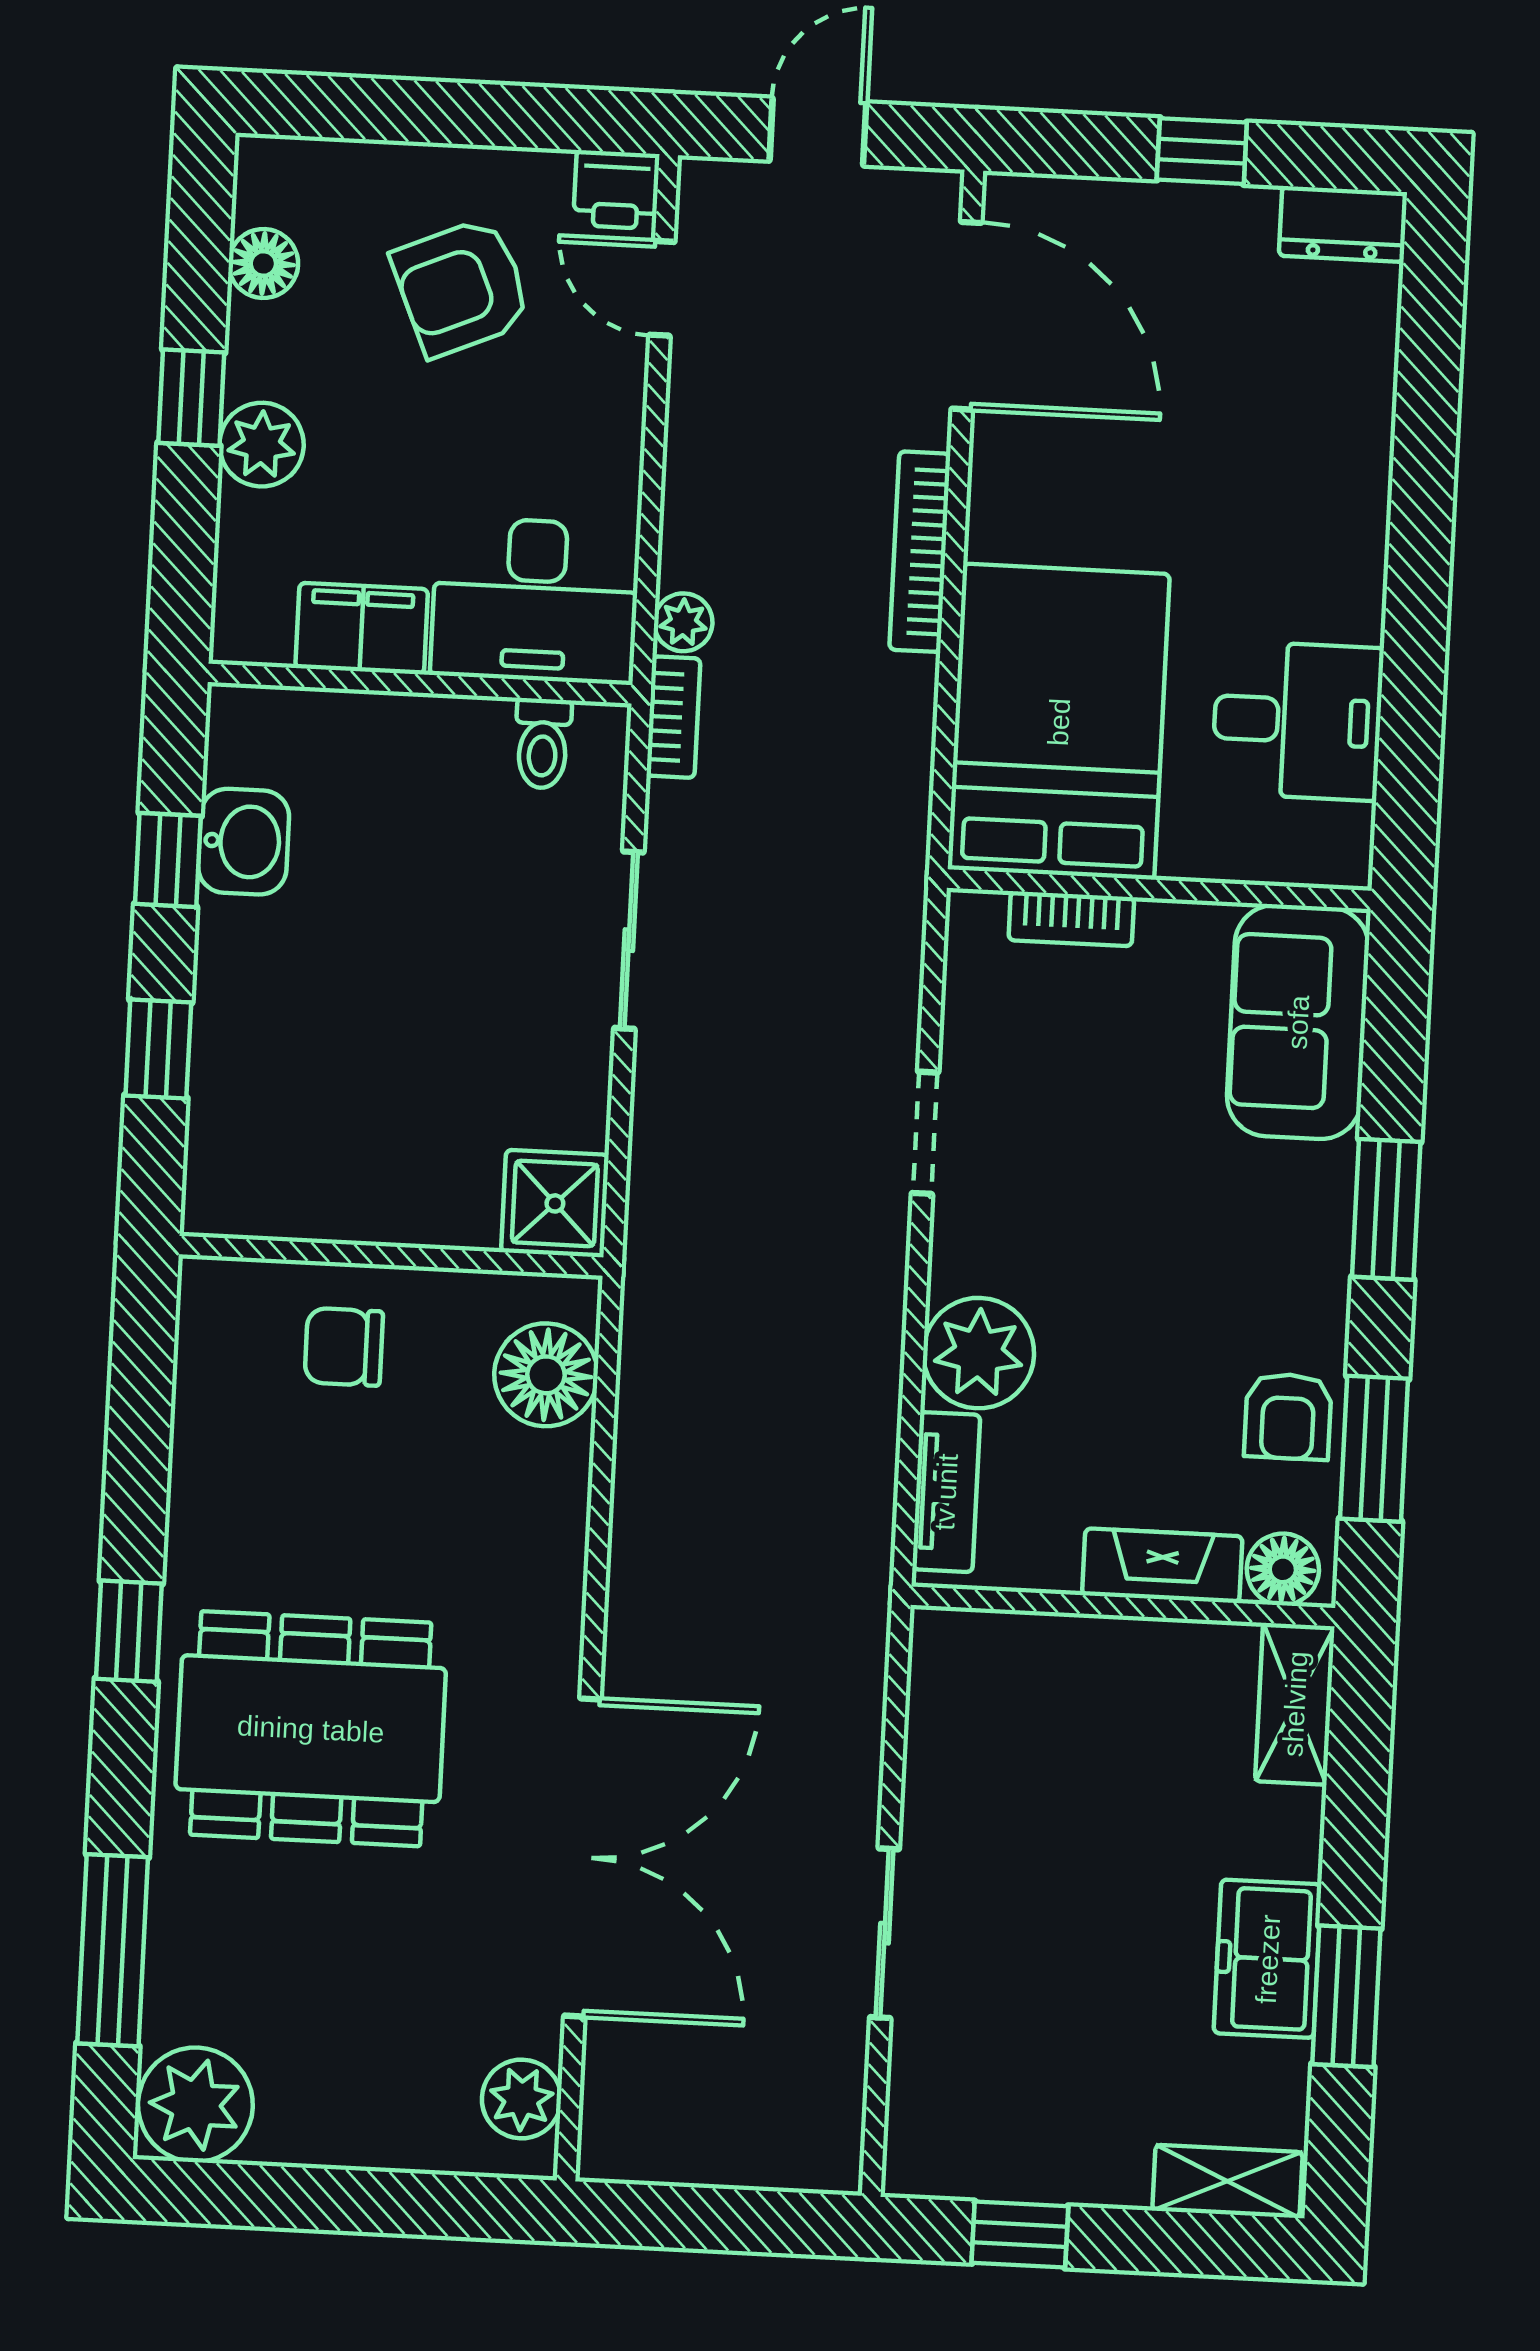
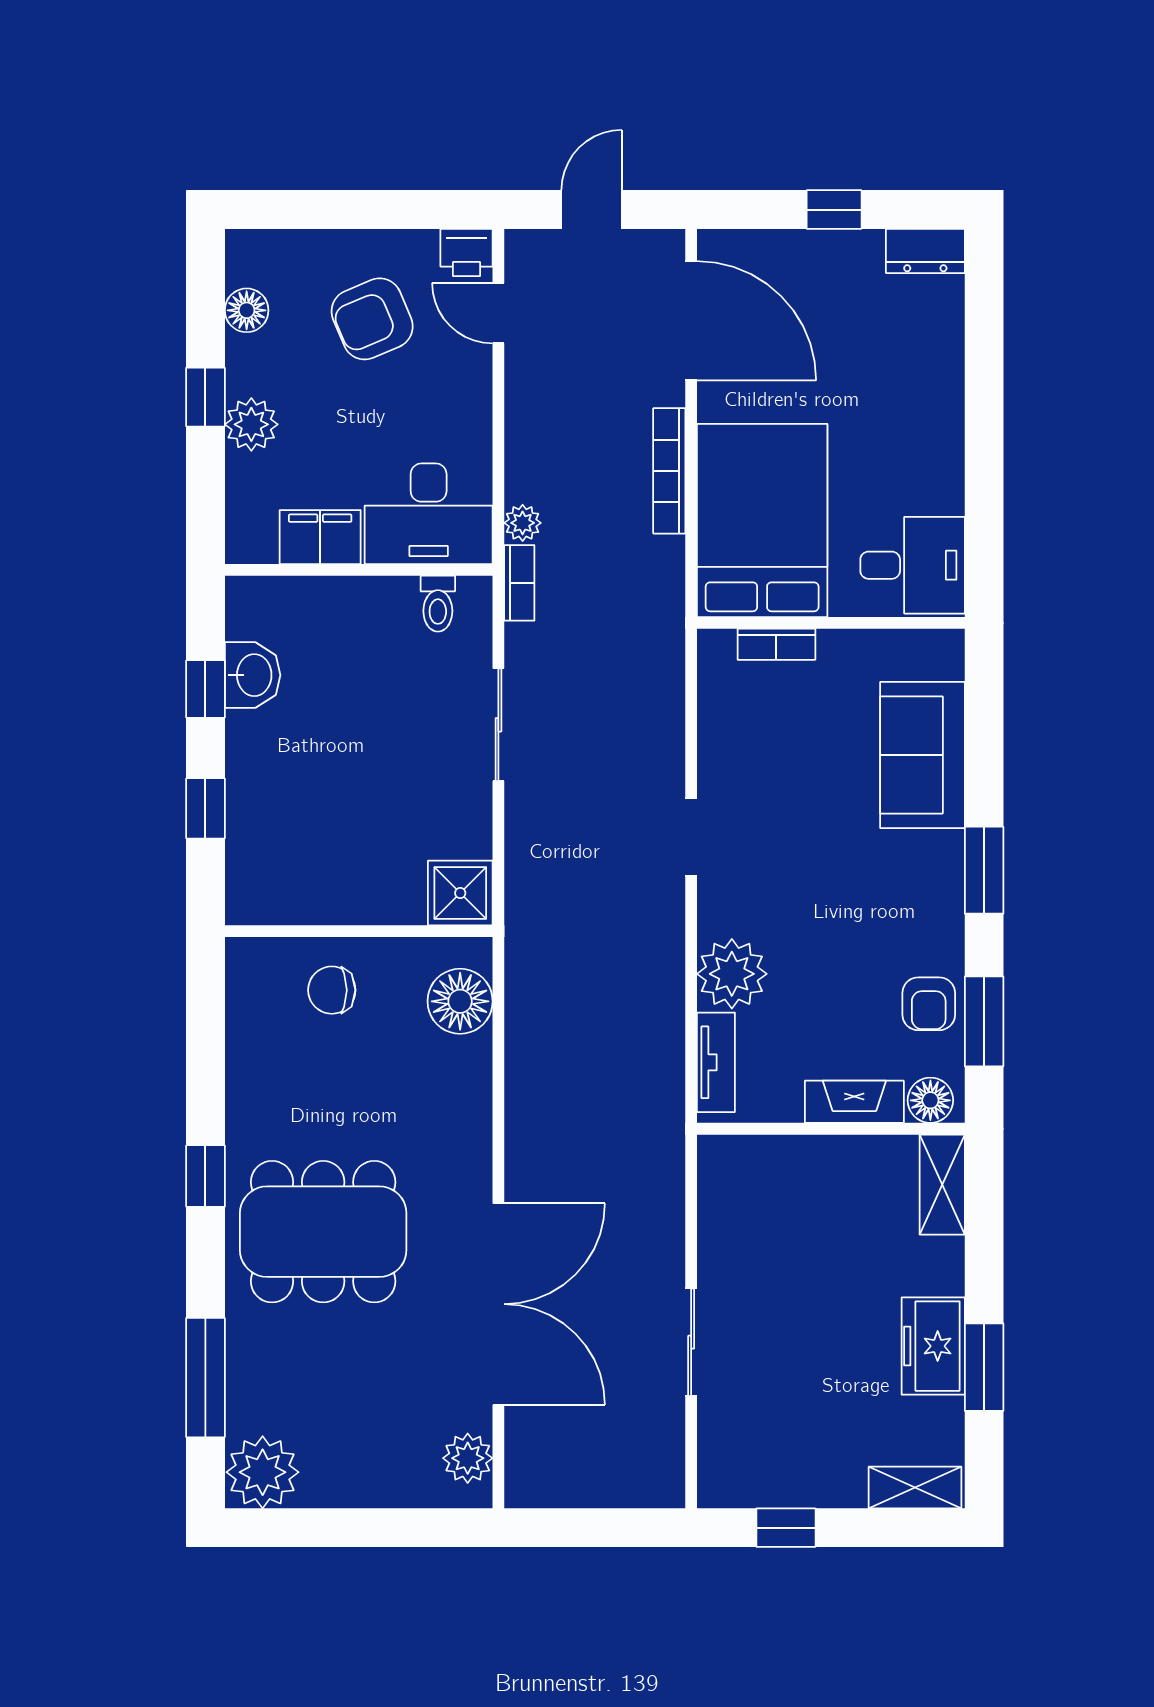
bed: (1059, 722) -> (762, 520), moved
wall: (1159, 889) -> (831, 623), moved
bookcase: (1071, 919) -> (776, 644), moved

